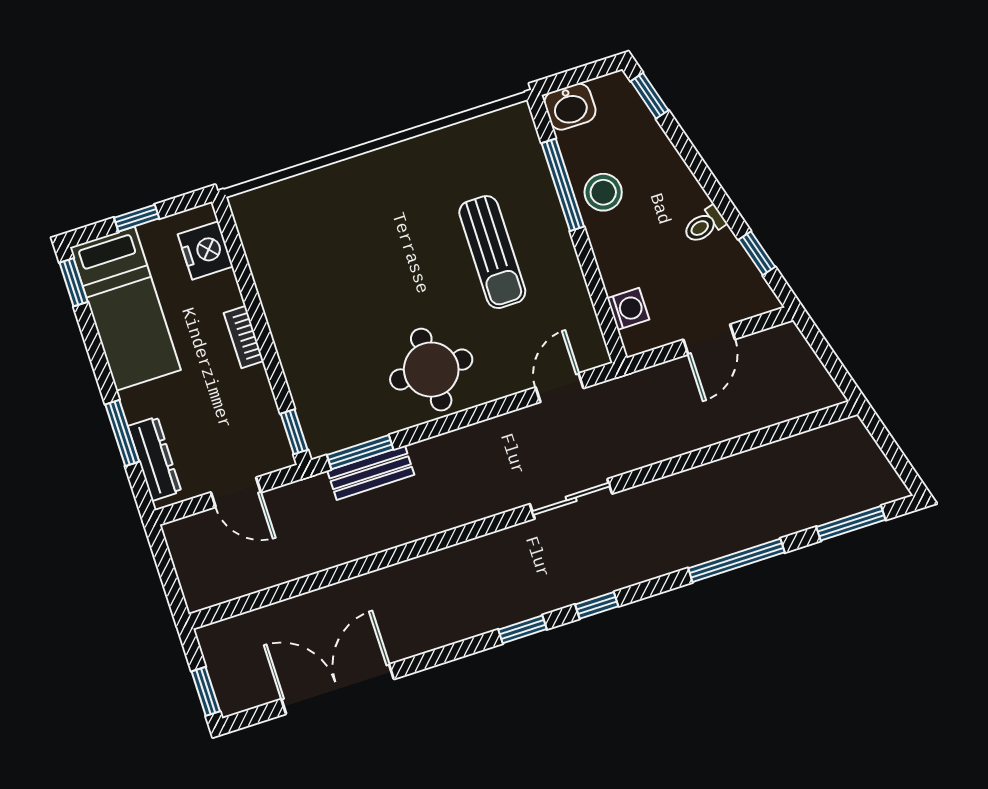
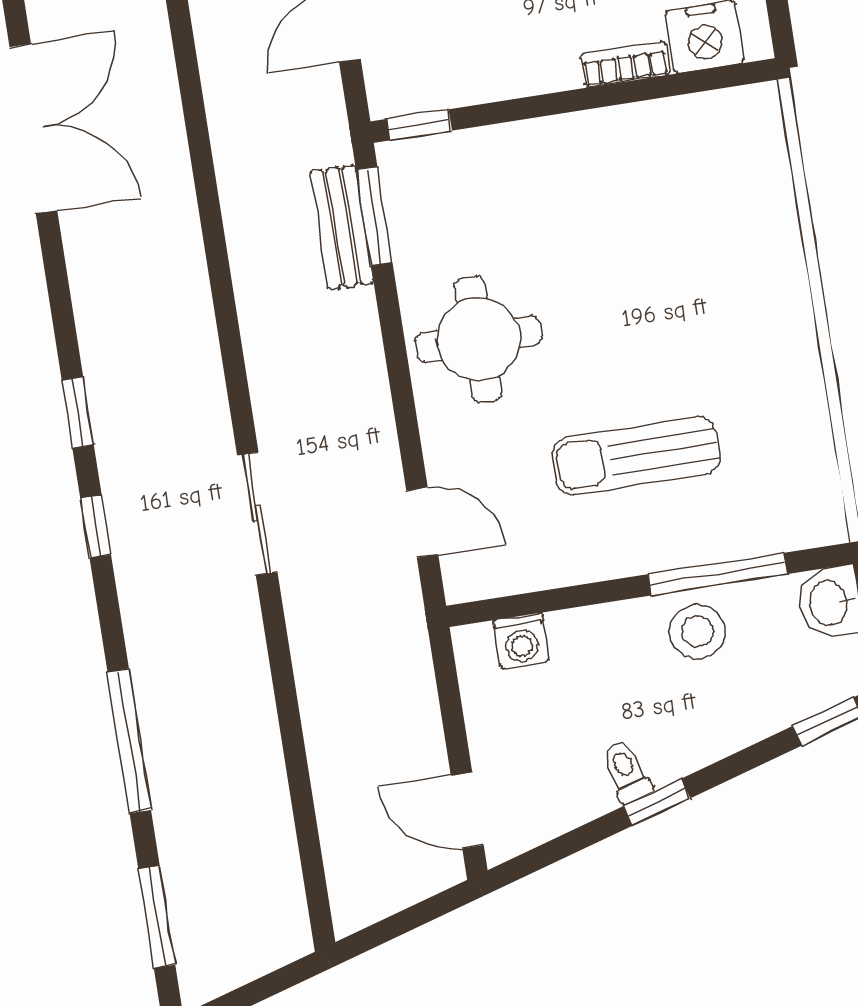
window: (757, 253) -> (657, 802), moved
bookcase: (244, 337) -> (625, 64), moved
door: (709, 339) -> (467, 810), moved

